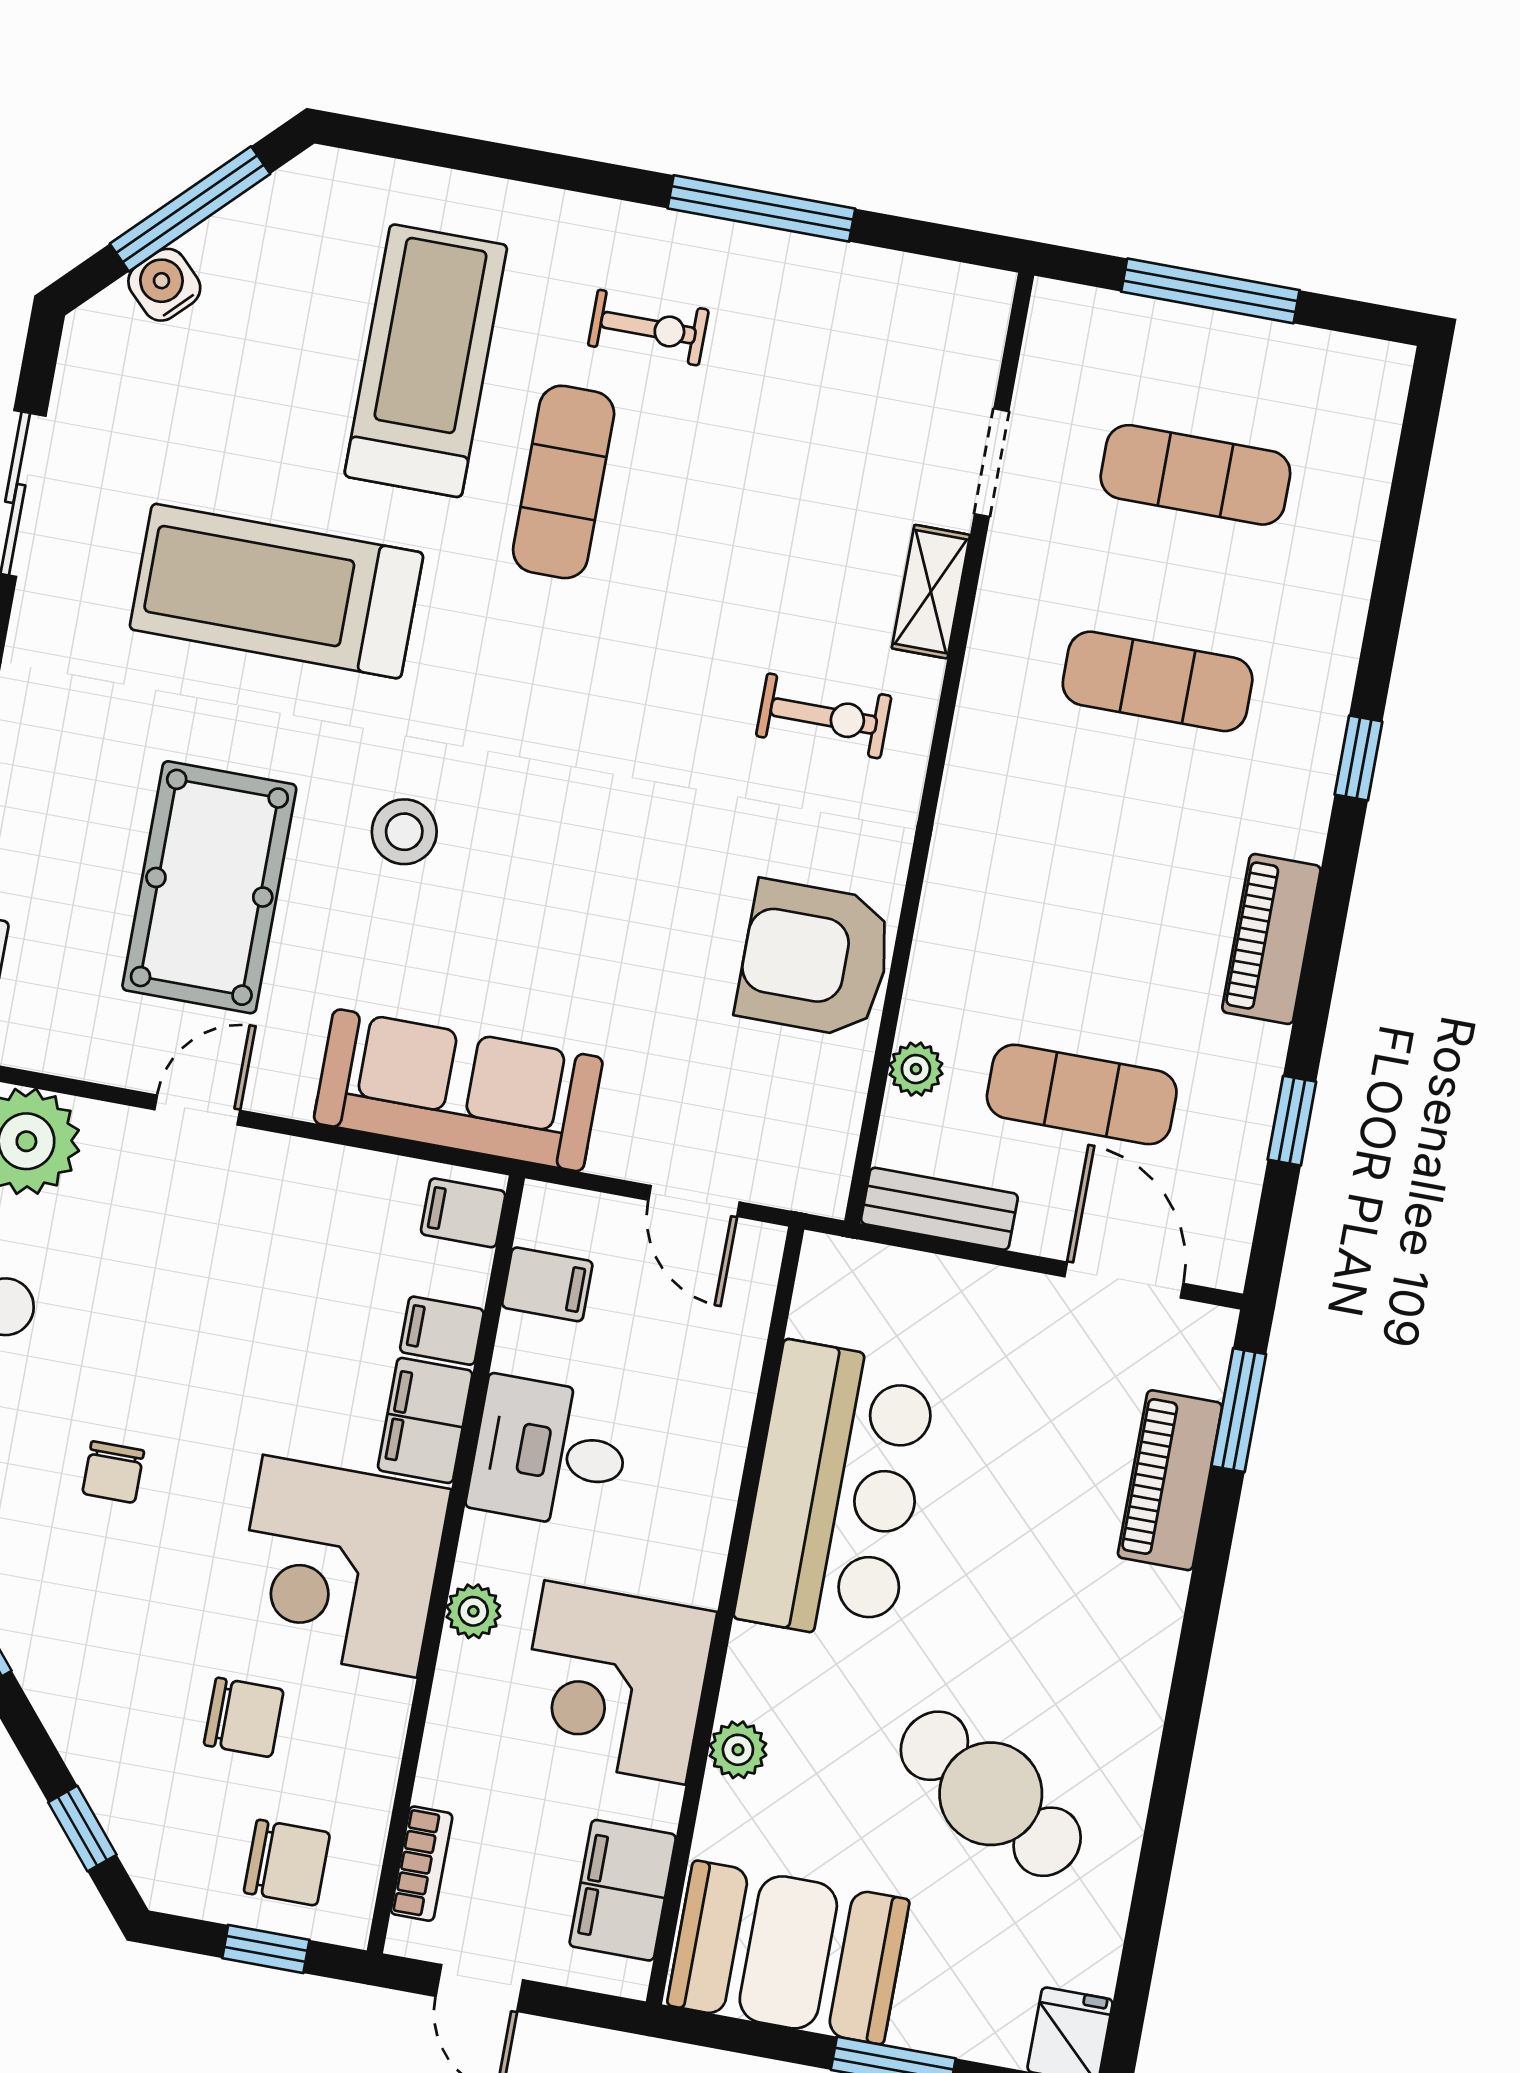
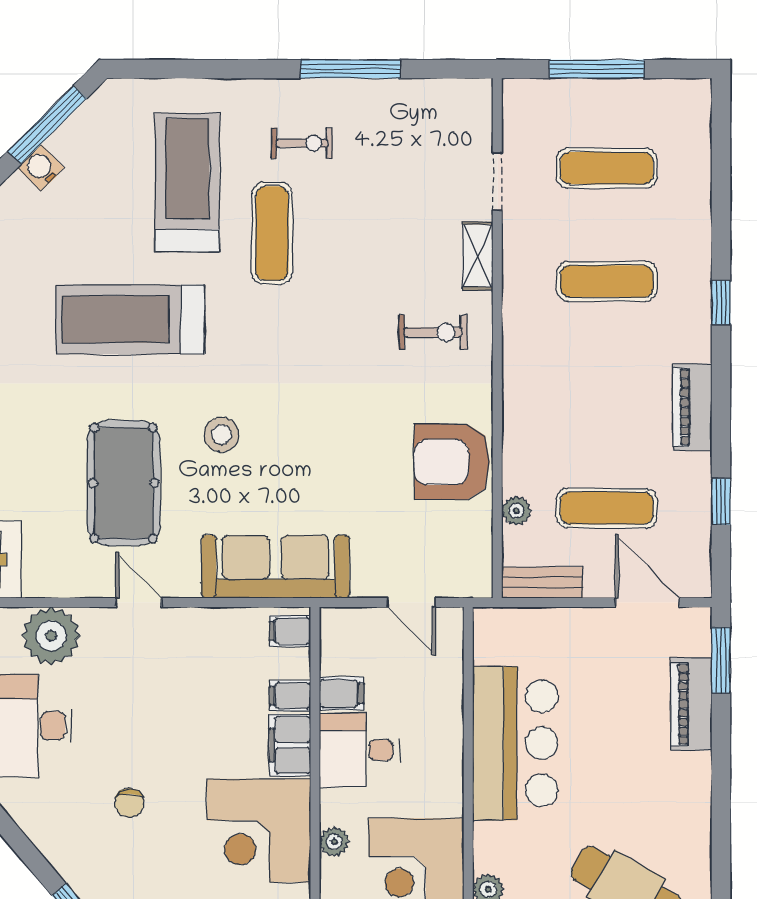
door: (197, 1110) -> (139, 602), hinge flipped
filing cabinet: (547, 1284) -> (342, 694), moved

